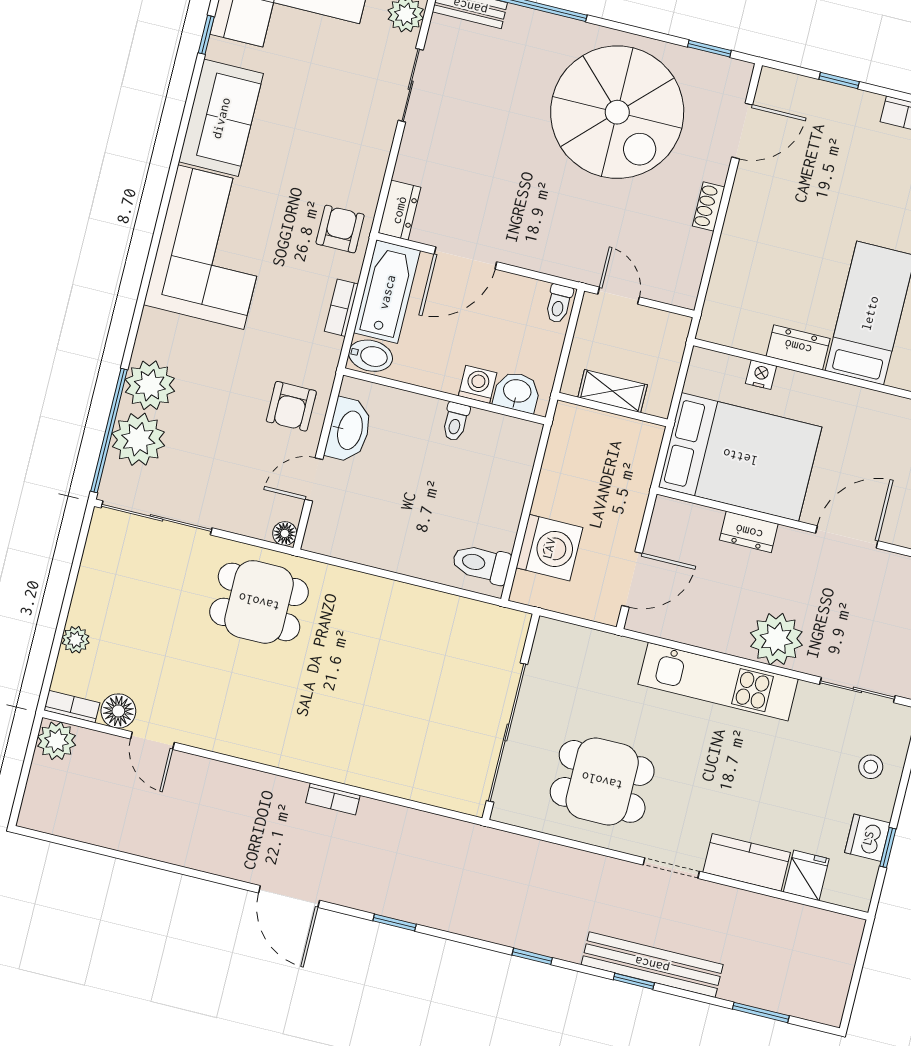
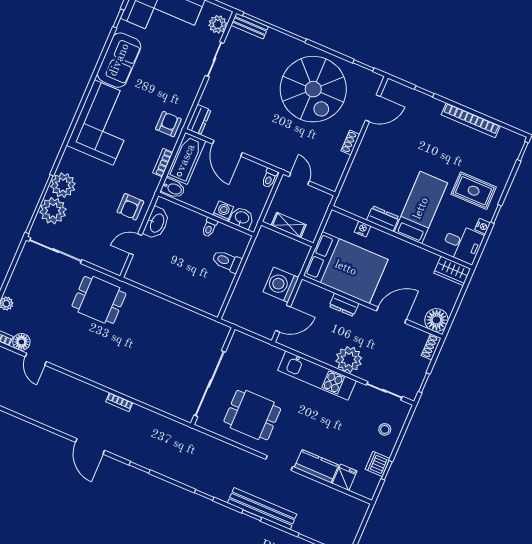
door: (465, 258) -> (227, 148), hinge flipped
floor lamp: (285, 533) -> (117, 268), removed
washing machine: (549, 548) -> (281, 285), moved, turned 180
toilet: (481, 564) -> (227, 261), moved

